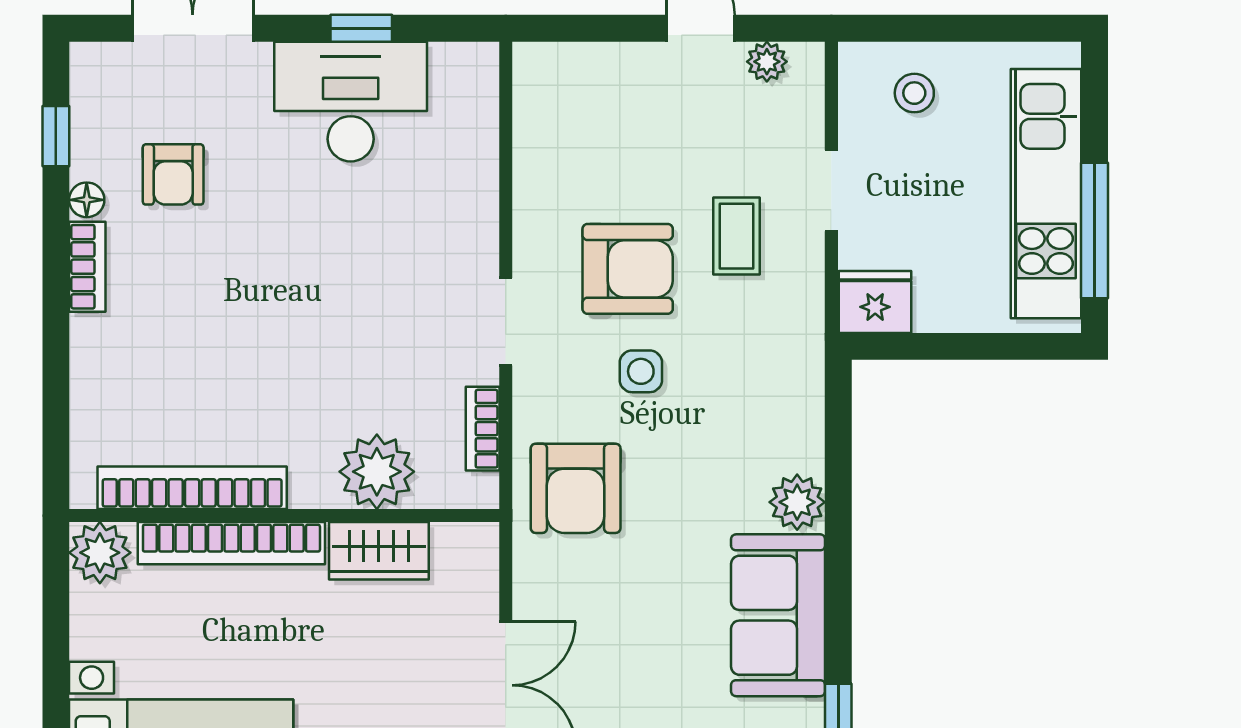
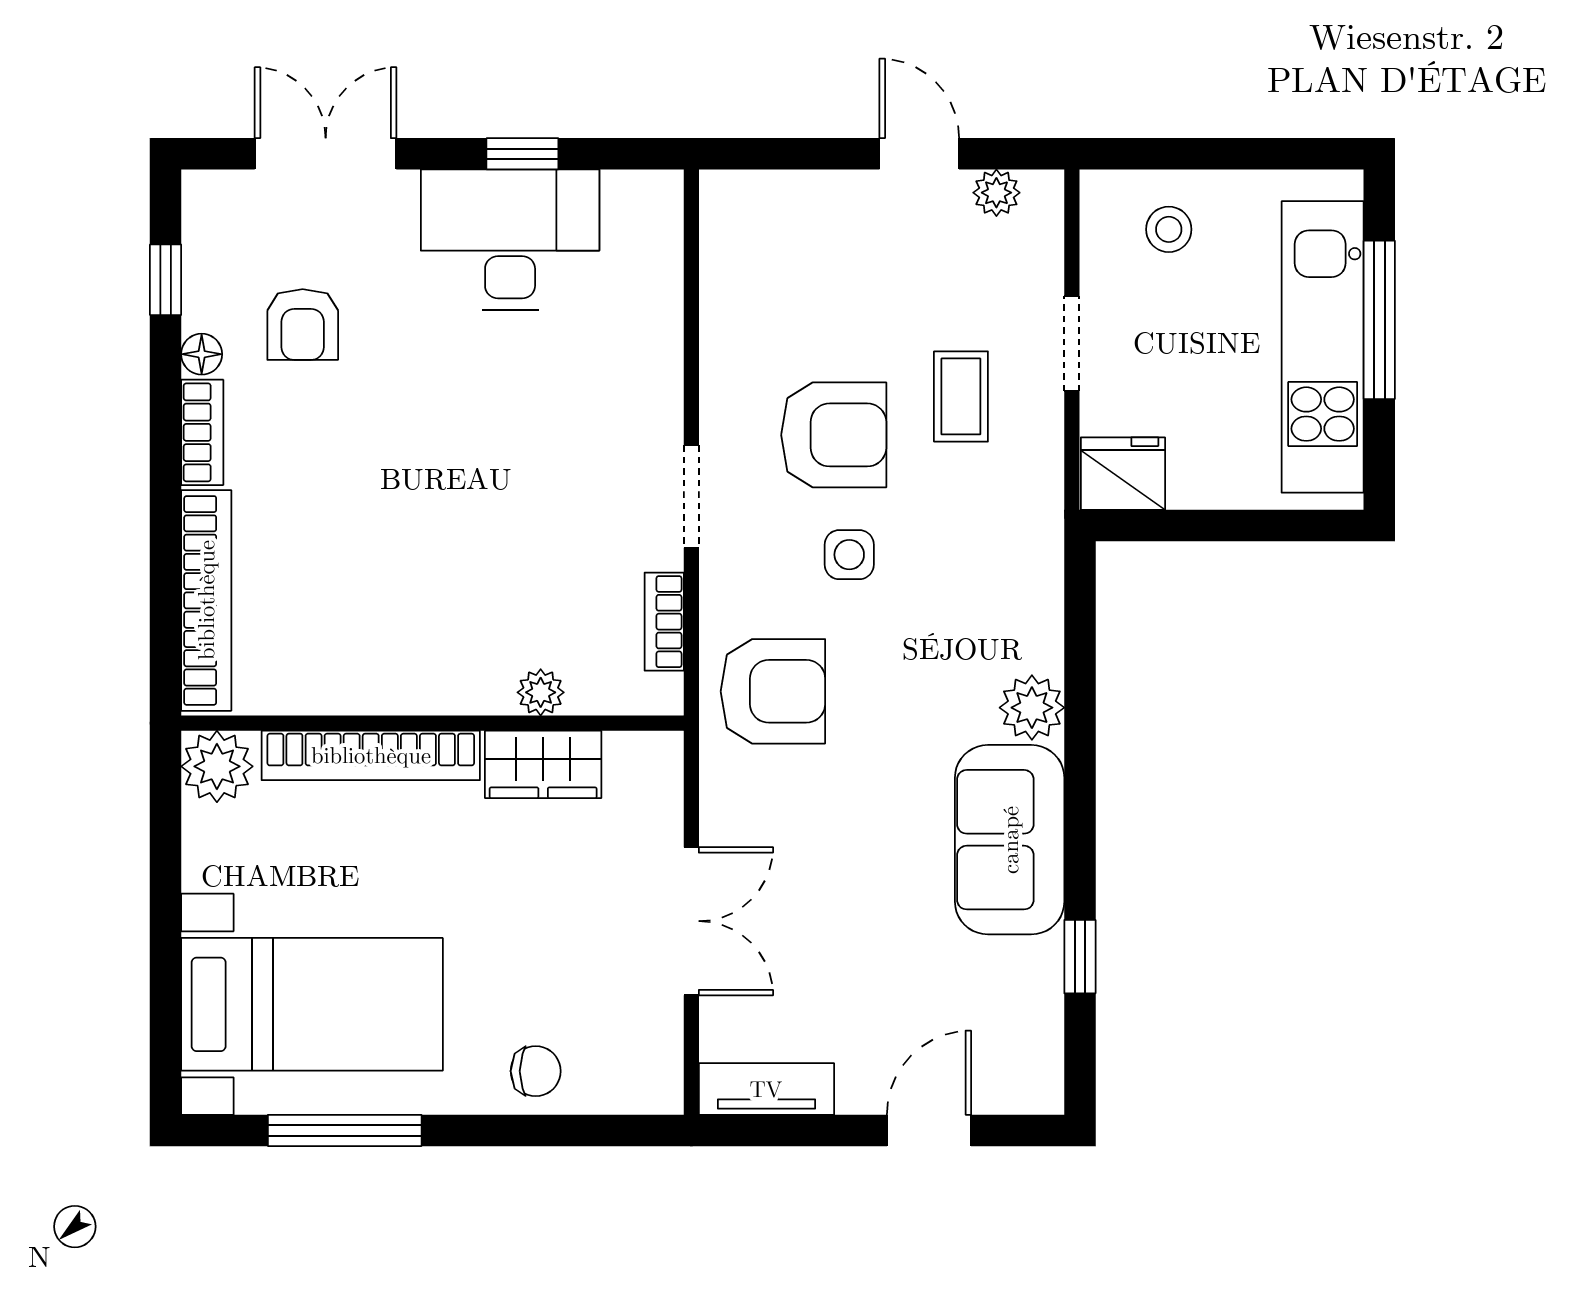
window: (1094, 230) -> (1379, 320), moved
plant: (377, 472) -> (541, 692), width x0.53, depth x0.53
bookcase: (192, 488) -> (206, 600), moved, turned 90
armchair: (576, 488) -> (773, 691), turned -90

